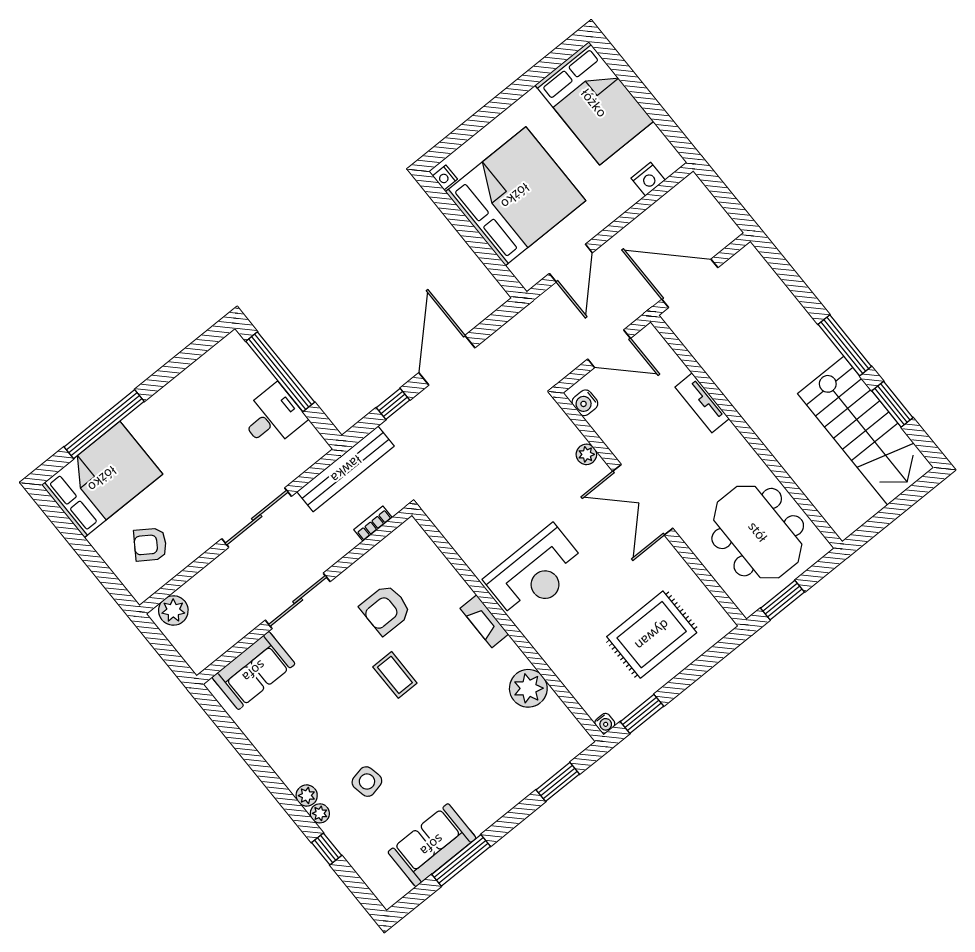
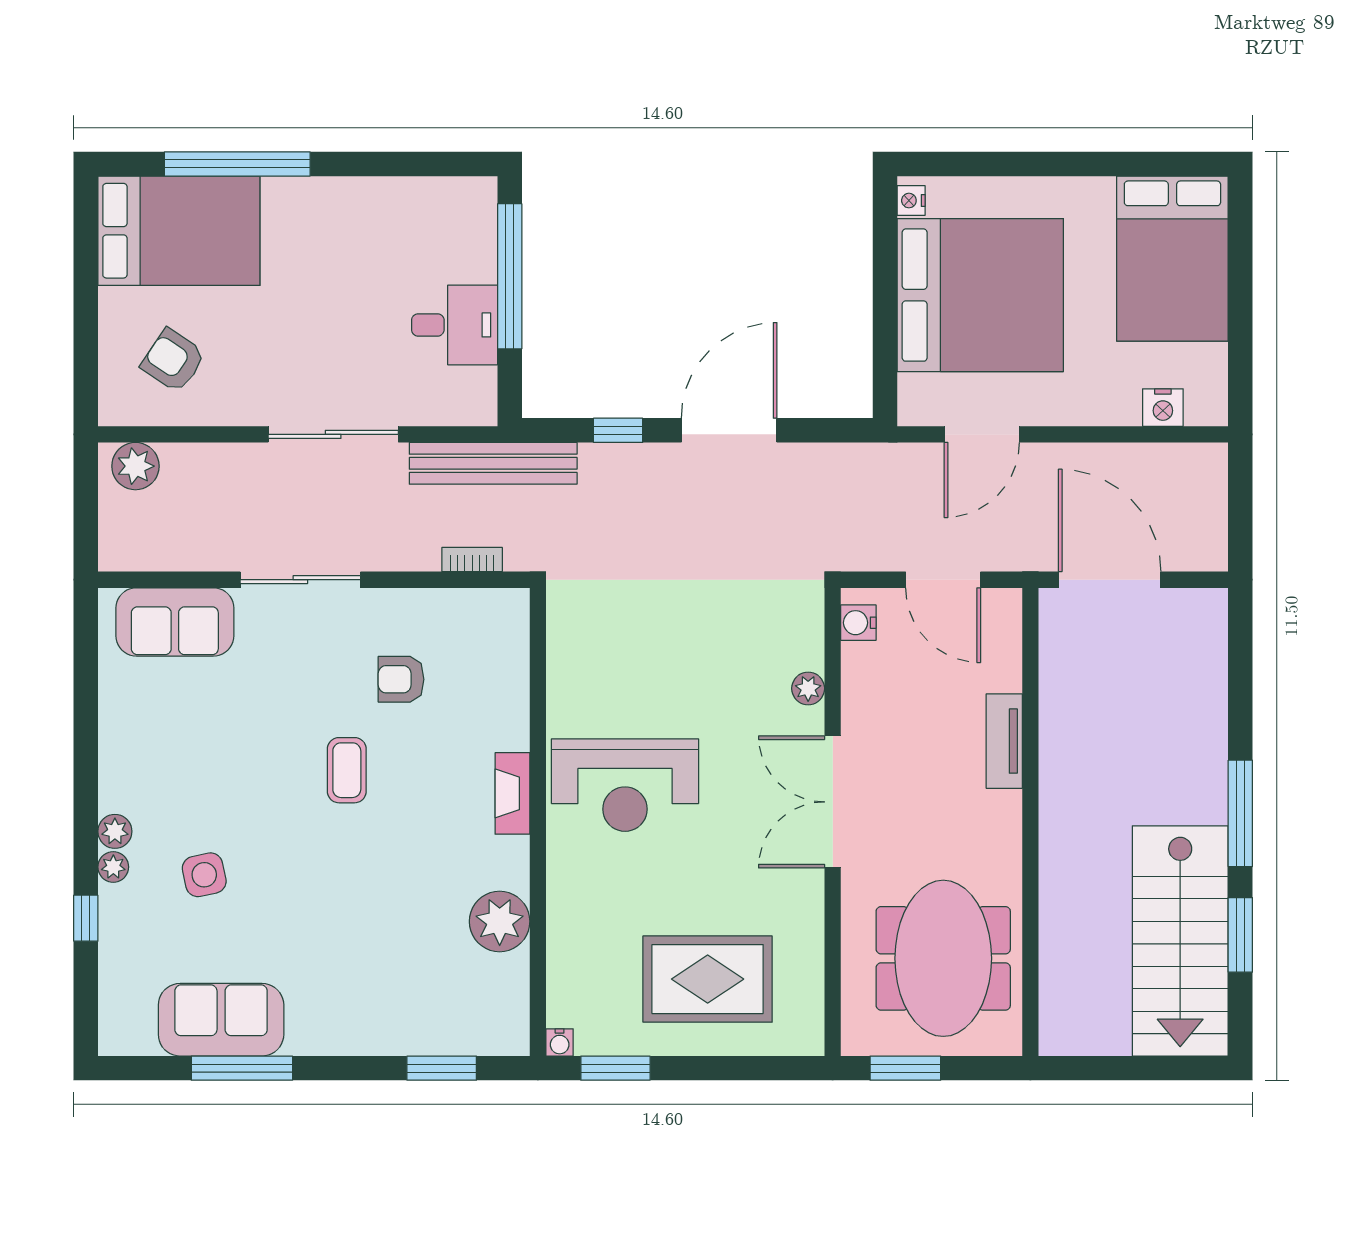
armchair: (386, 610) -> (401, 679), width x0.72, depth x0.72

